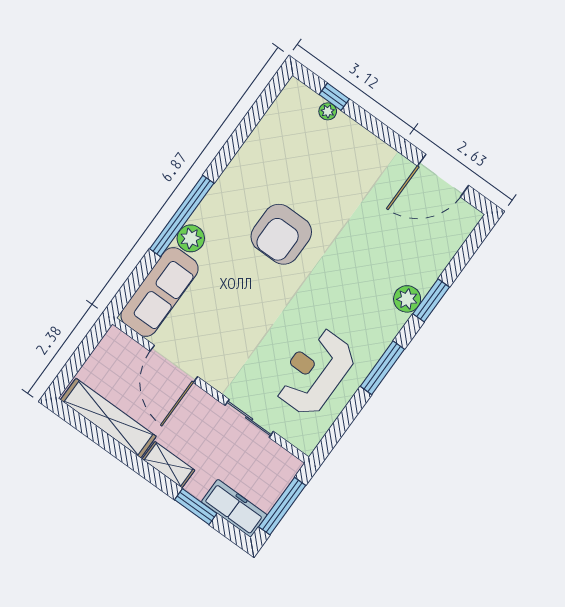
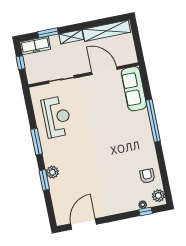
armchair: (281, 234) -> (147, 176), moved, width x0.53, depth x0.53
plant: (191, 238) -> (158, 196), moved
window: (282, 506) -> (21, 63), width x0.46

